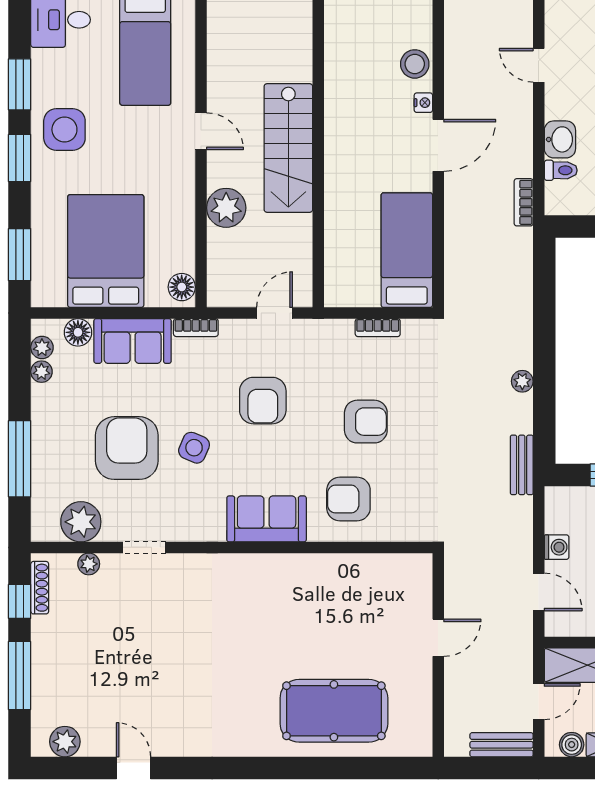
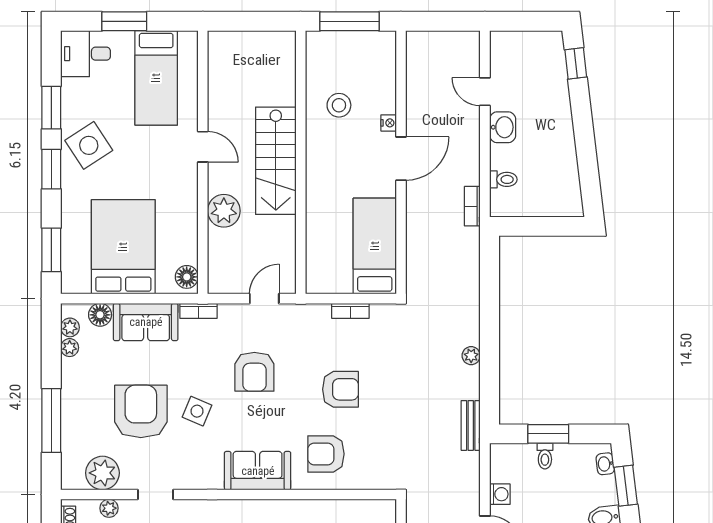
stool: (415, 64) -> (339, 105), moved
side table: (64, 130) -> (89, 145), turned -33
washbasin: (560, 139) -> (503, 127), moved

